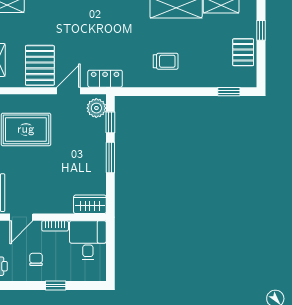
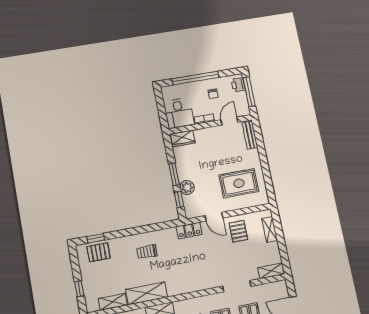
pallet: (243, 52) -> (98, 252), moved, turned 90
pallet: (40, 65) -> (238, 231), width x0.67, depth x0.71
door: (68, 91) -> (214, 217), hinge flipped
plant: (96, 108) -> (187, 187), moved
window: (56, 286) -> (196, 78), width x3.17

